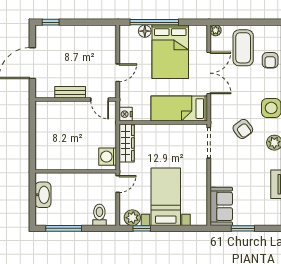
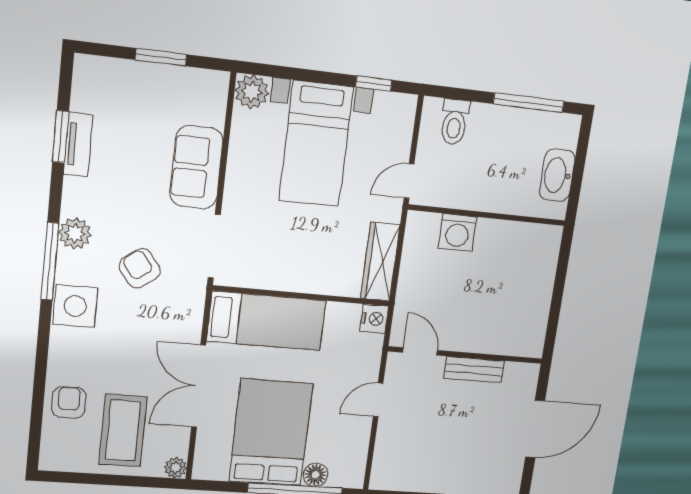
washing machine: (108, 157) -> (457, 232), moved, turned 90
sofa: (221, 206) -> (196, 167), moved
plant: (132, 218) -> (252, 92), moved

